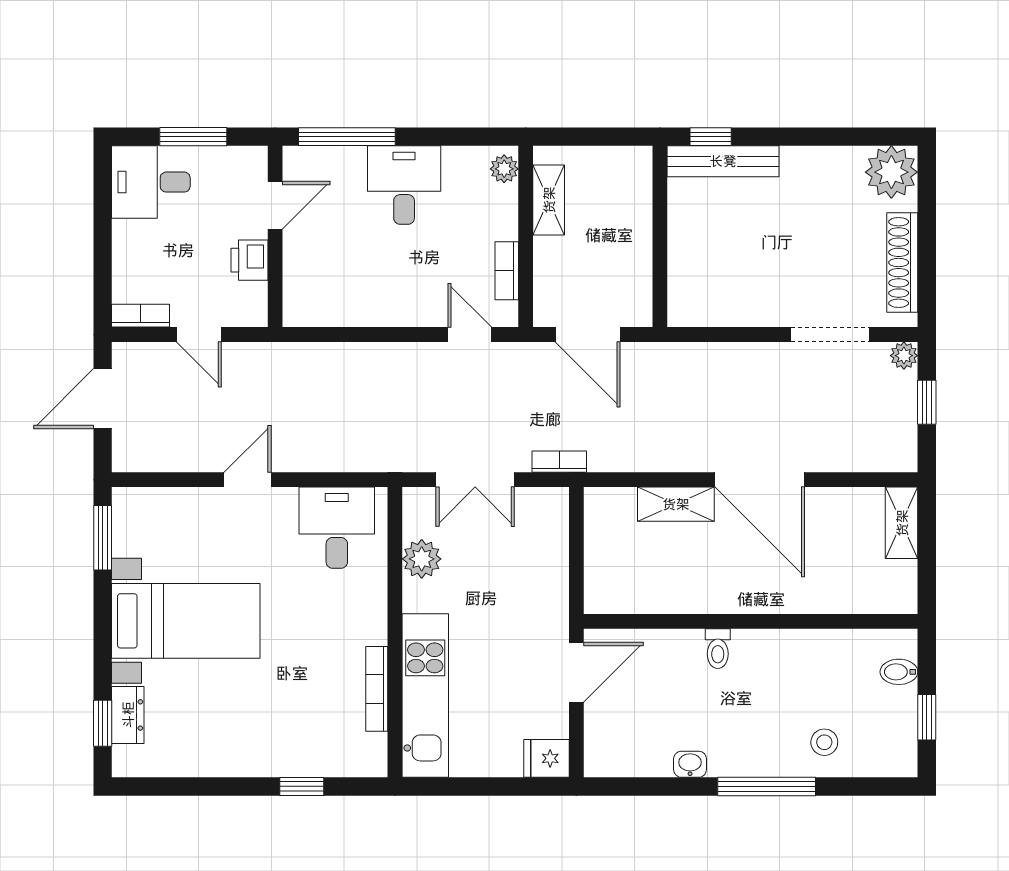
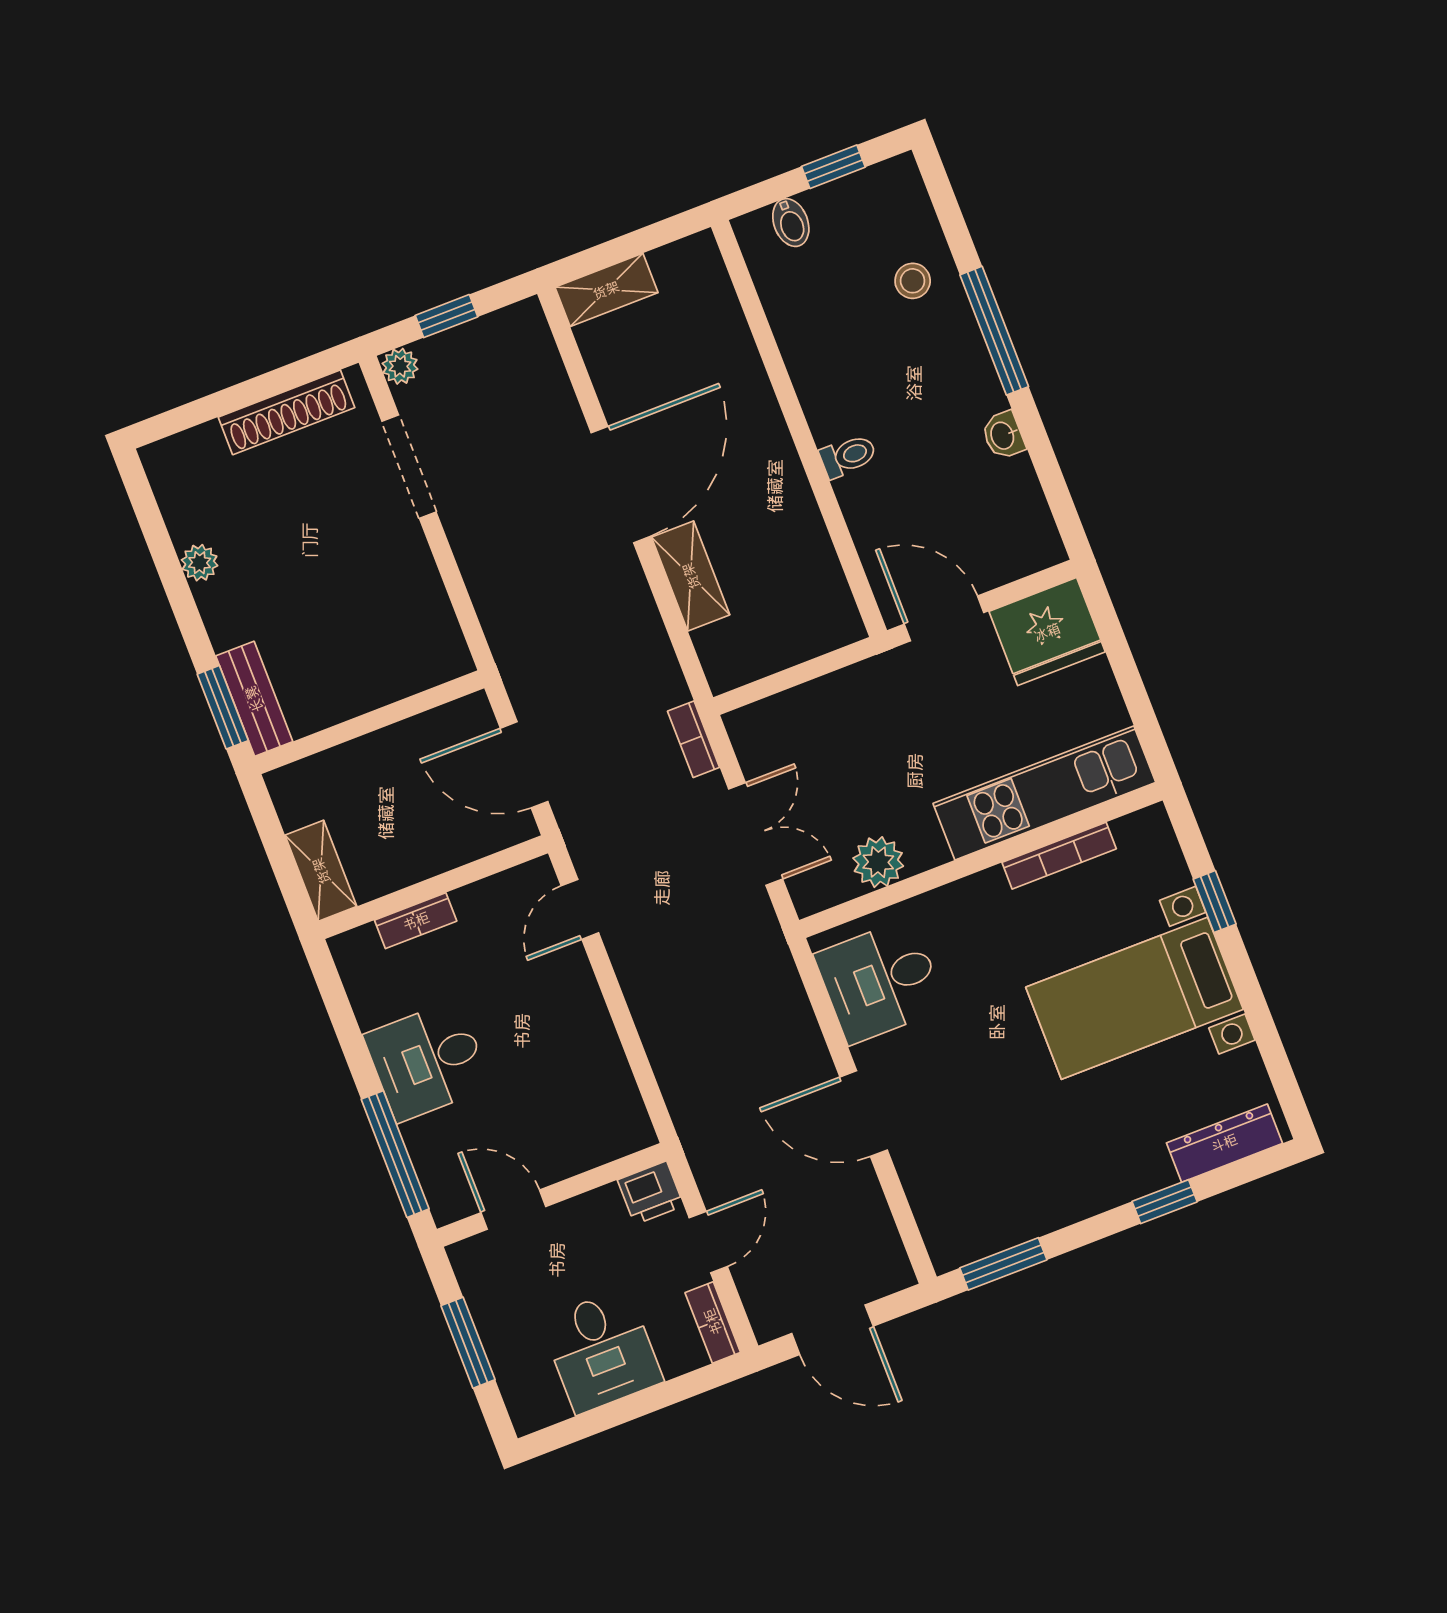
window: (711, 137) -> (223, 707), width x1.50
bench: (723, 161) -> (254, 699), width x0.73
plant: (504, 169) -> (360, 946), removed
plant: (891, 172) -> (200, 563), moved, width x0.53, depth x0.53
desk: (151, 182) -> (602, 1351), moved
shelving: (549, 200) -> (321, 871), moved, turned 90
printer: (250, 260) -> (651, 1193), moved
bookcase: (507, 271) -> (416, 921), moved
door: (588, 334) -> (524, 765), swing flipped
door: (247, 480) -> (864, 1113), width x1.38
bed with nightstands: (186, 621) -> (1134, 998), moved, turned -90
dresser: (128, 715) -> (1224, 1143), width x1.44
window: (103, 723) -> (1165, 1202), moved
fridge: (547, 758) -> (1047, 632), width x1.88, depth x1.34

